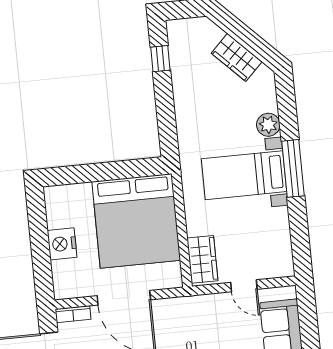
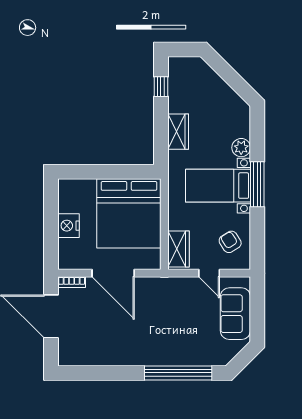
wardrobe: (237, 57) -> (178, 132), moved, turned -135
armchair: (266, 244) -> (230, 242), added

